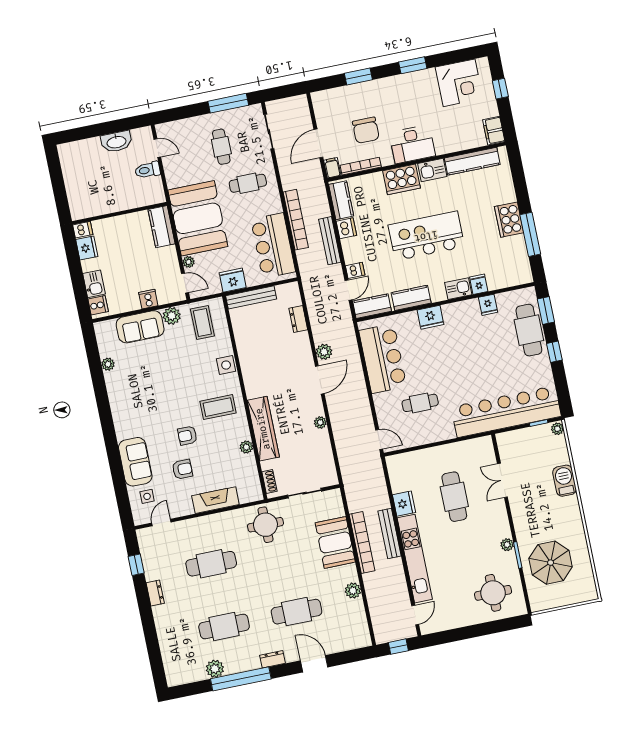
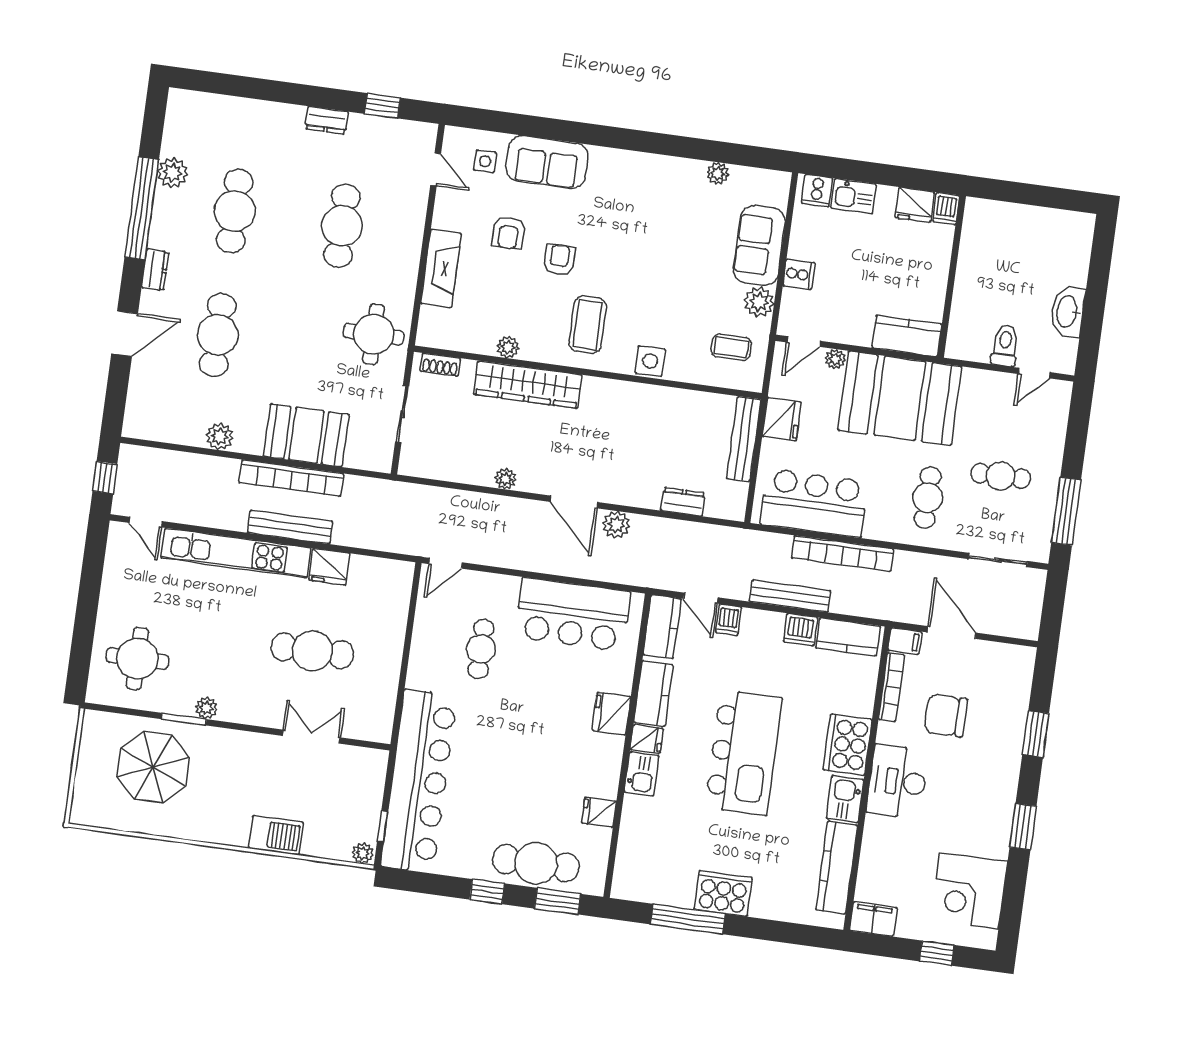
fridge: (479, 284) -> (647, 739), moved
coffee table: (202, 323) -> (731, 347), width x0.73, depth x0.77

